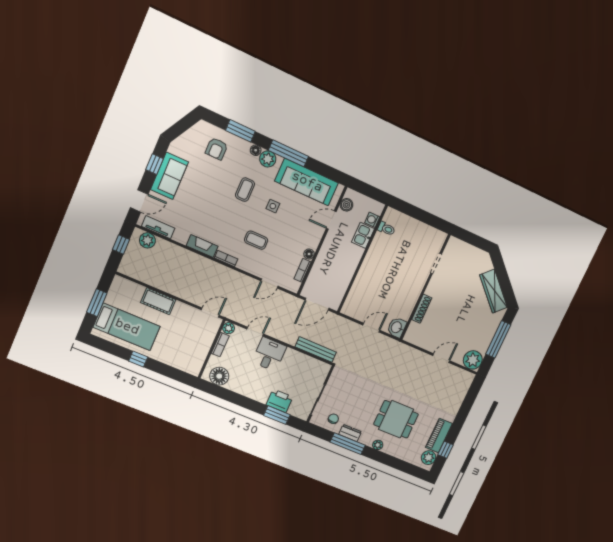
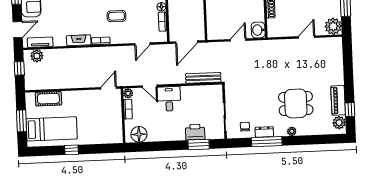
cot: (158, 301) -> (48, 99), moved
door: (255, 332) -> (150, 86), swing flipped

